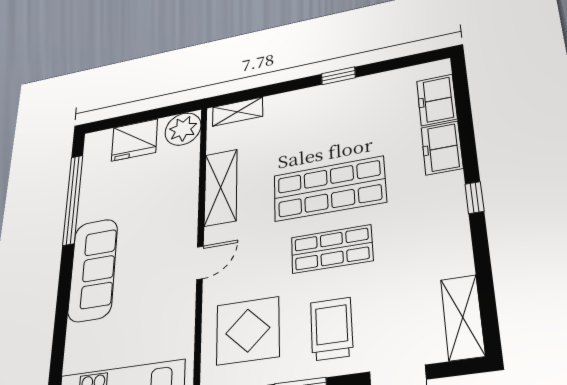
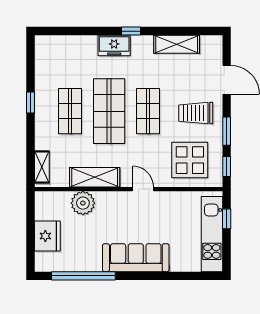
freezer: (437, 100) -> (62, 45), removed
plant: (183, 129) -> (83, 203), moved
shop shelf: (327, 132) -> (70, 111), added
freezer: (442, 148) -> (114, 45), moved
shelving: (463, 317) -> (177, 44), moved

